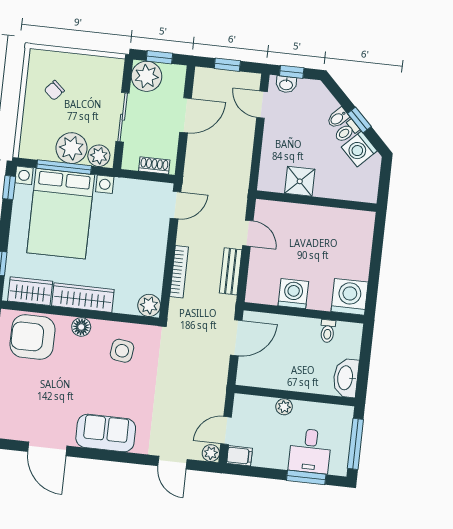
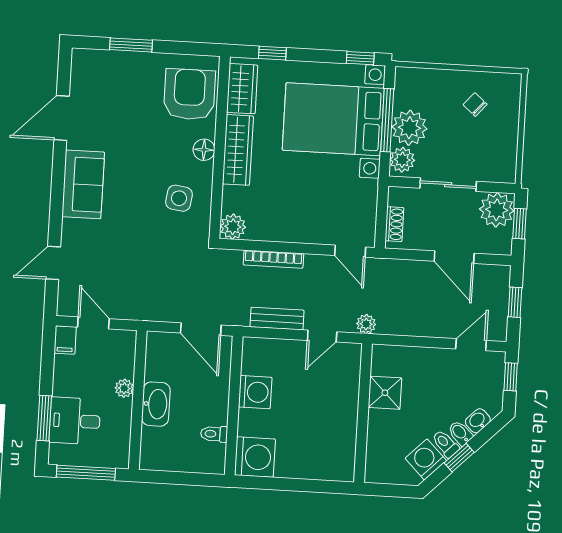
washbasin: (286, 84) -> (478, 421), moved, turned 45
washbasin: (346, 378) -> (156, 404), moved, turned 90
plant: (211, 453) -> (366, 324), moved

